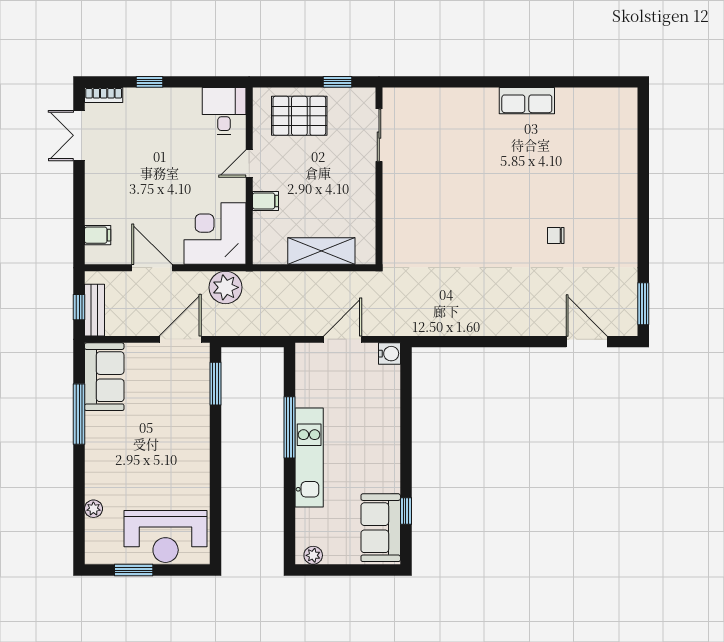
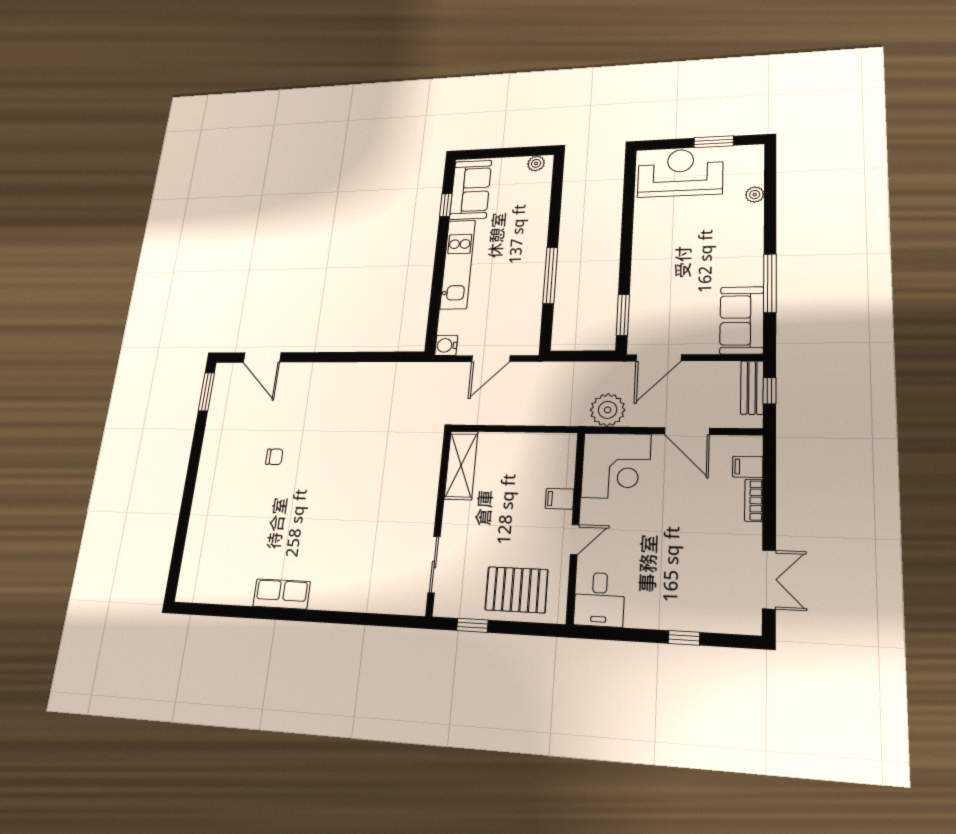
bookcase: (104, 95) -> (754, 500), moved, turned -90
shelving: (321, 251) -> (461, 465), moved, turned 90
kitchen unit: (309, 458) -> (458, 264), moved, turned 180

